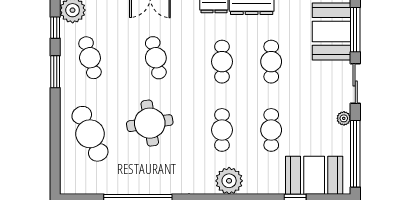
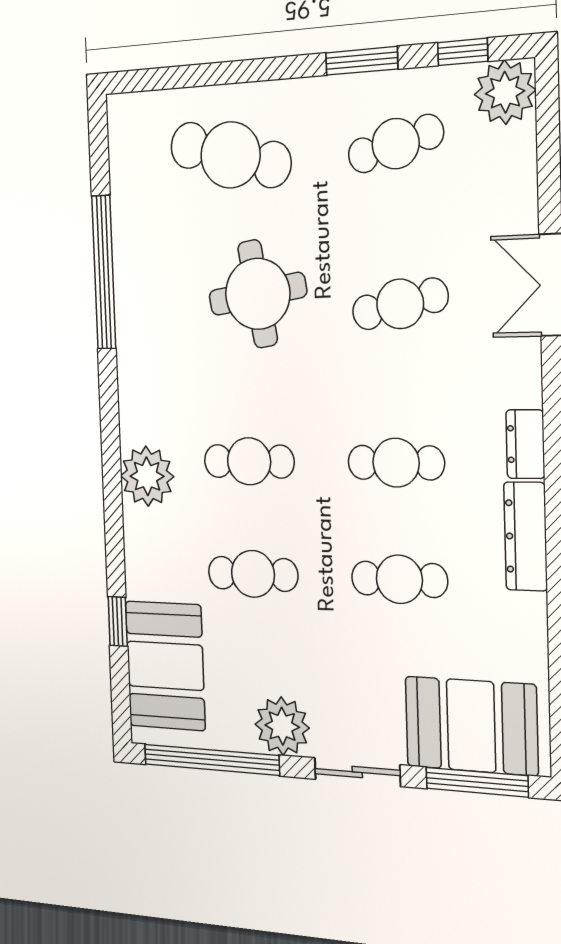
plant: (344, 118) -> (282, 726), width x1.88, depth x1.88
cafe table: (90, 134) -> (230, 155), turned 39

